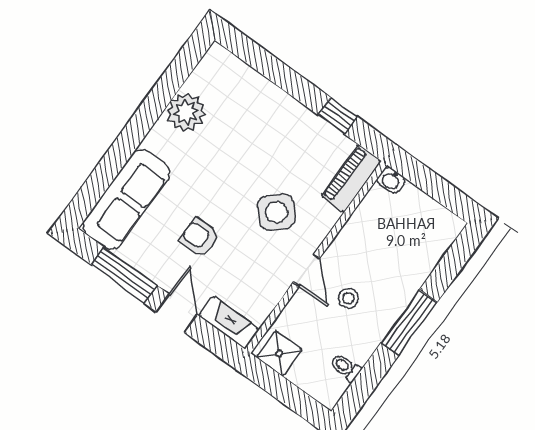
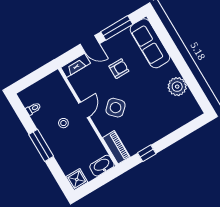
washbasin: (391, 180) -> (102, 166), width x1.91, depth x1.45
door: (306, 270) -> (84, 110), swing flipped
shower: (279, 354) -> (77, 179), moved

